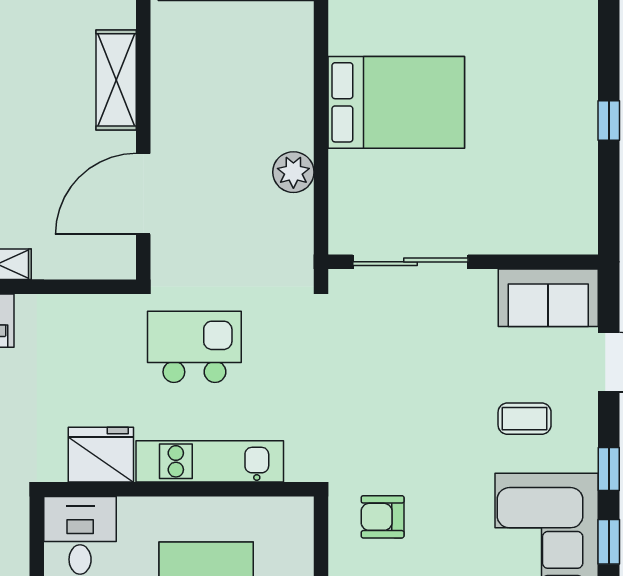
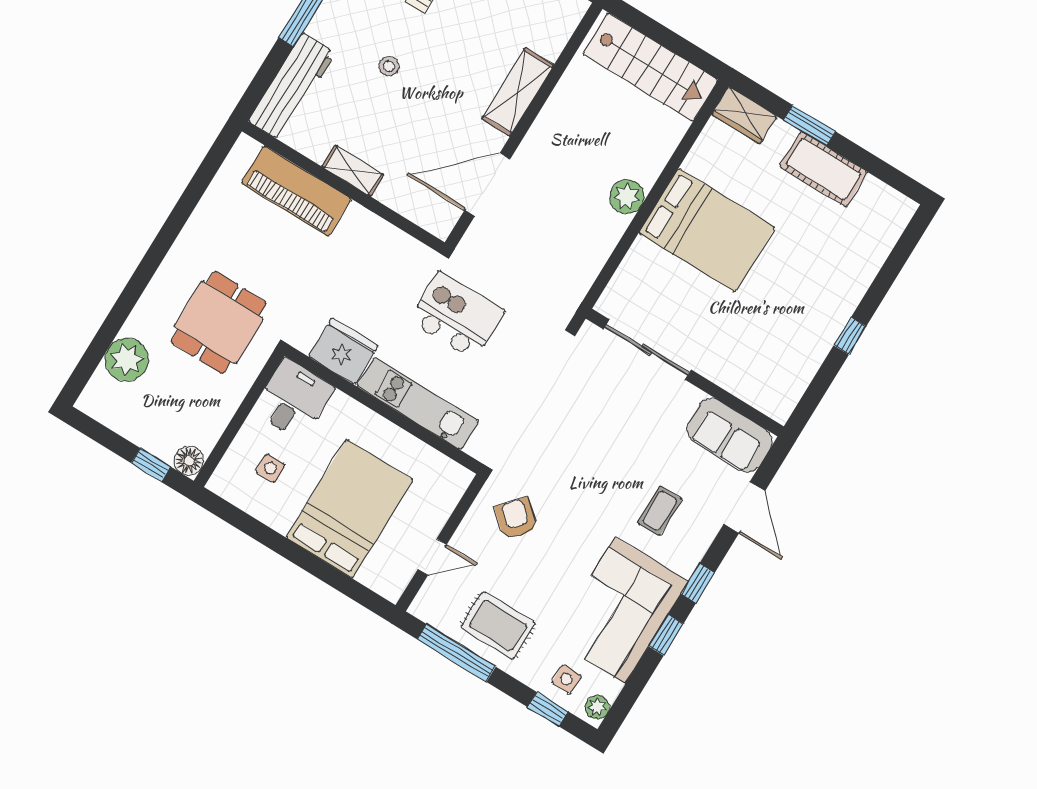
plant: (293, 172) -> (627, 197), moved
coffee table: (525, 419) -> (660, 511), turned 90
armchair: (383, 517) -> (516, 518), turned 41

